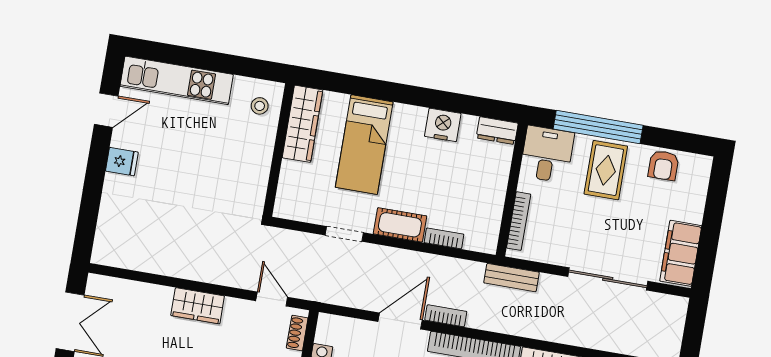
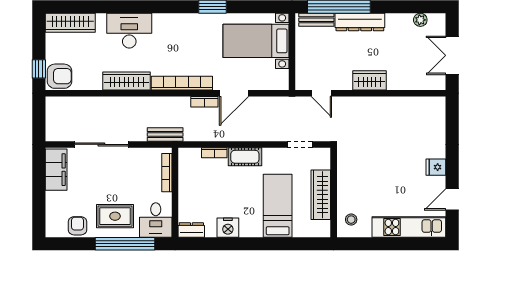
wardrobe: (302, 124) -> (321, 195), moved
rug: (606, 170) -> (115, 216), turned 90
doorway: (344, 234) -> (300, 144), moved
shoe rack: (297, 333) -> (301, 74), removed

